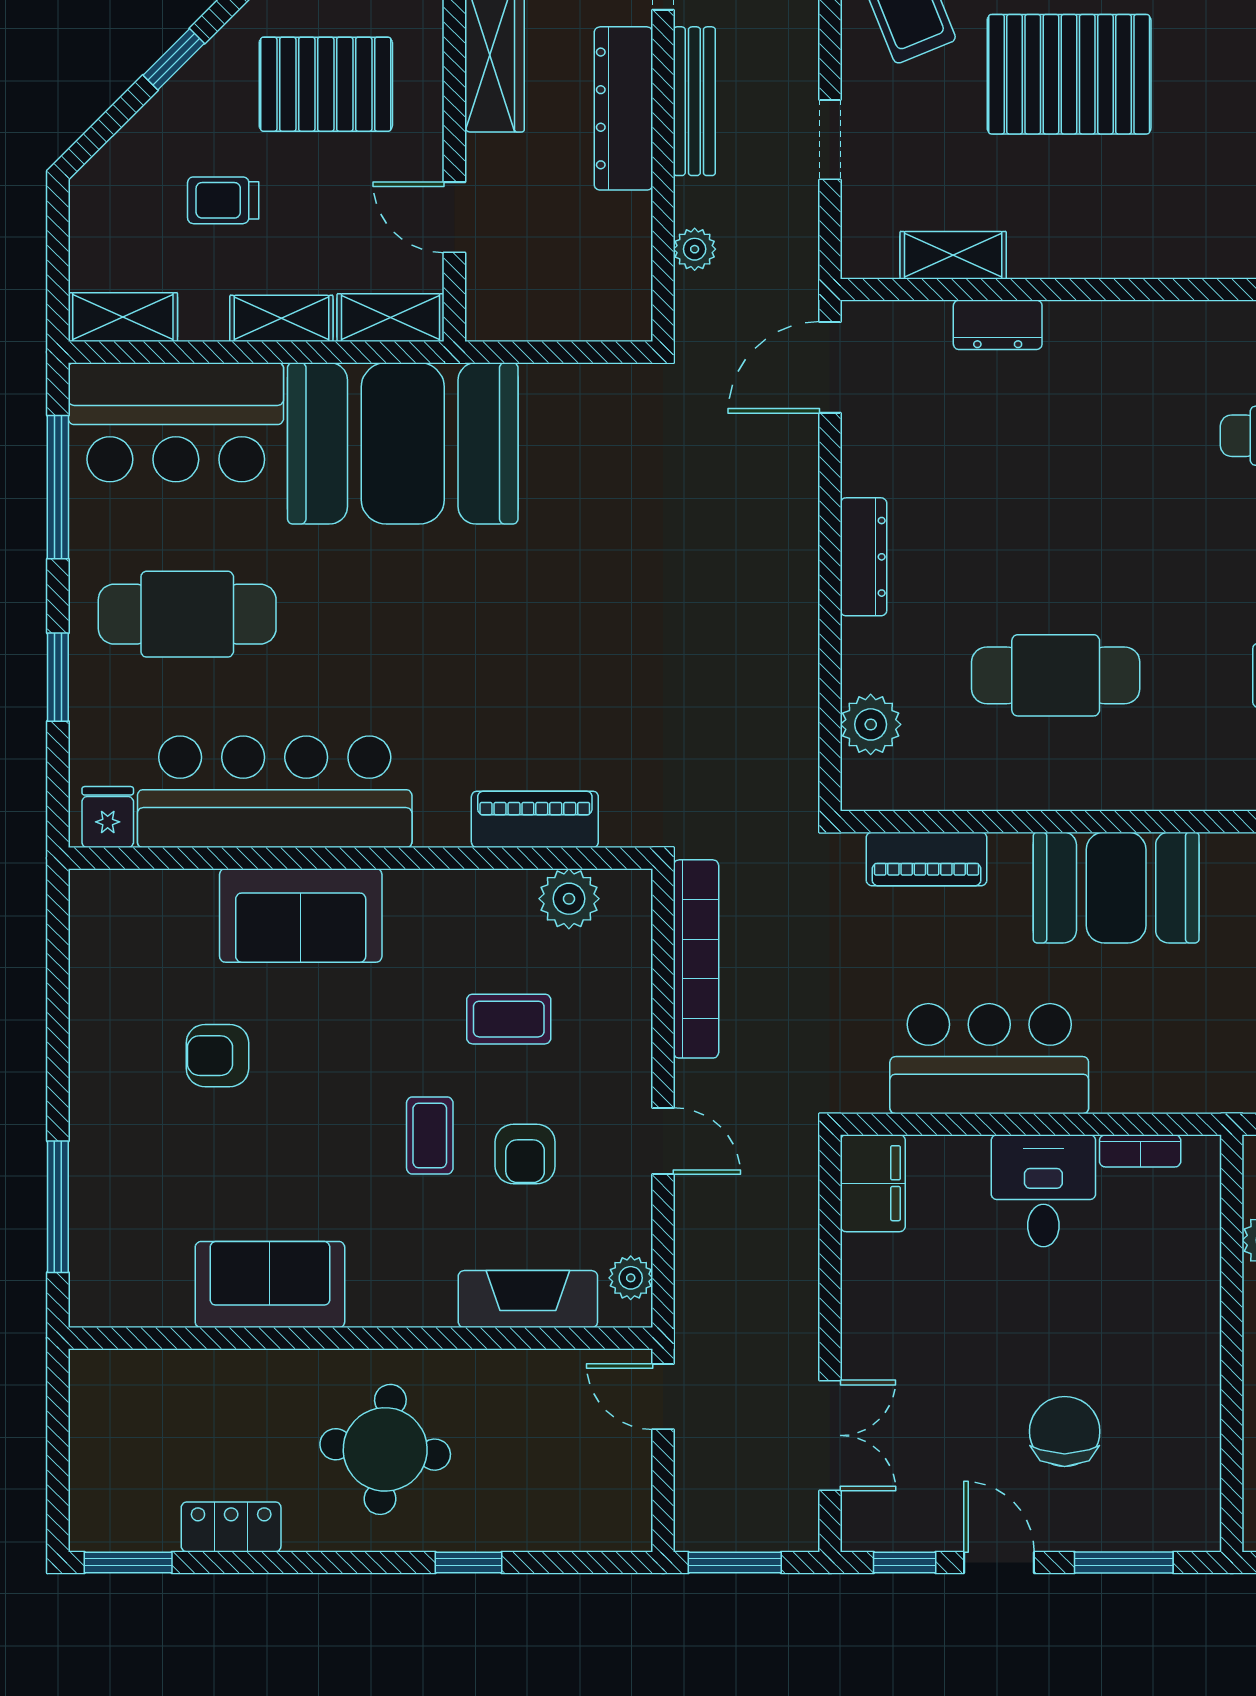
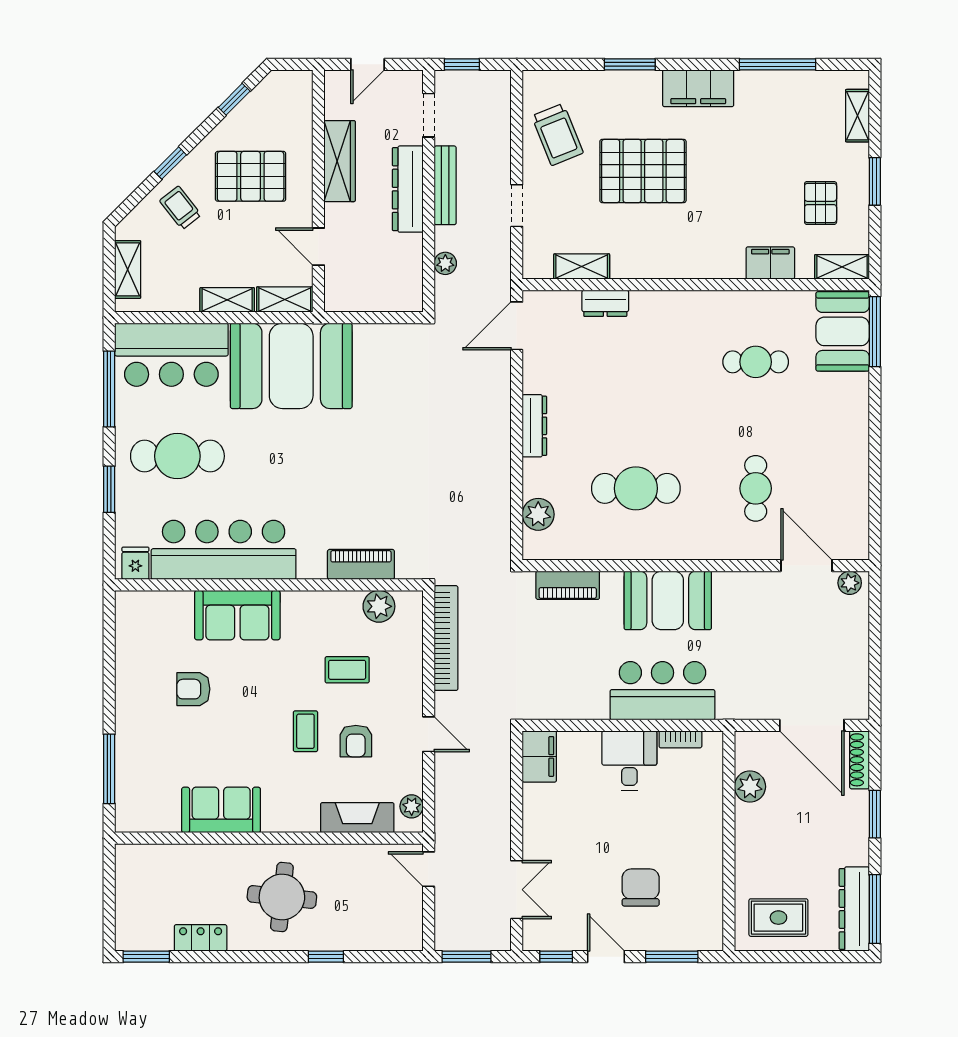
trolley: (223, 200) -> (180, 208), moved, turned 52
shelving: (123, 317) -> (128, 269), moved, turned 90
bar counter: (989, 1059) -> (662, 691), moved

